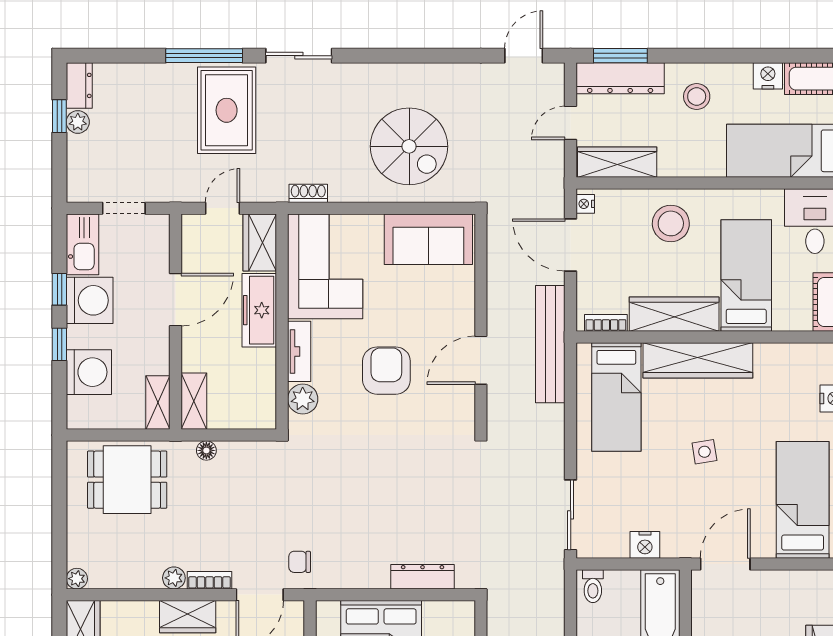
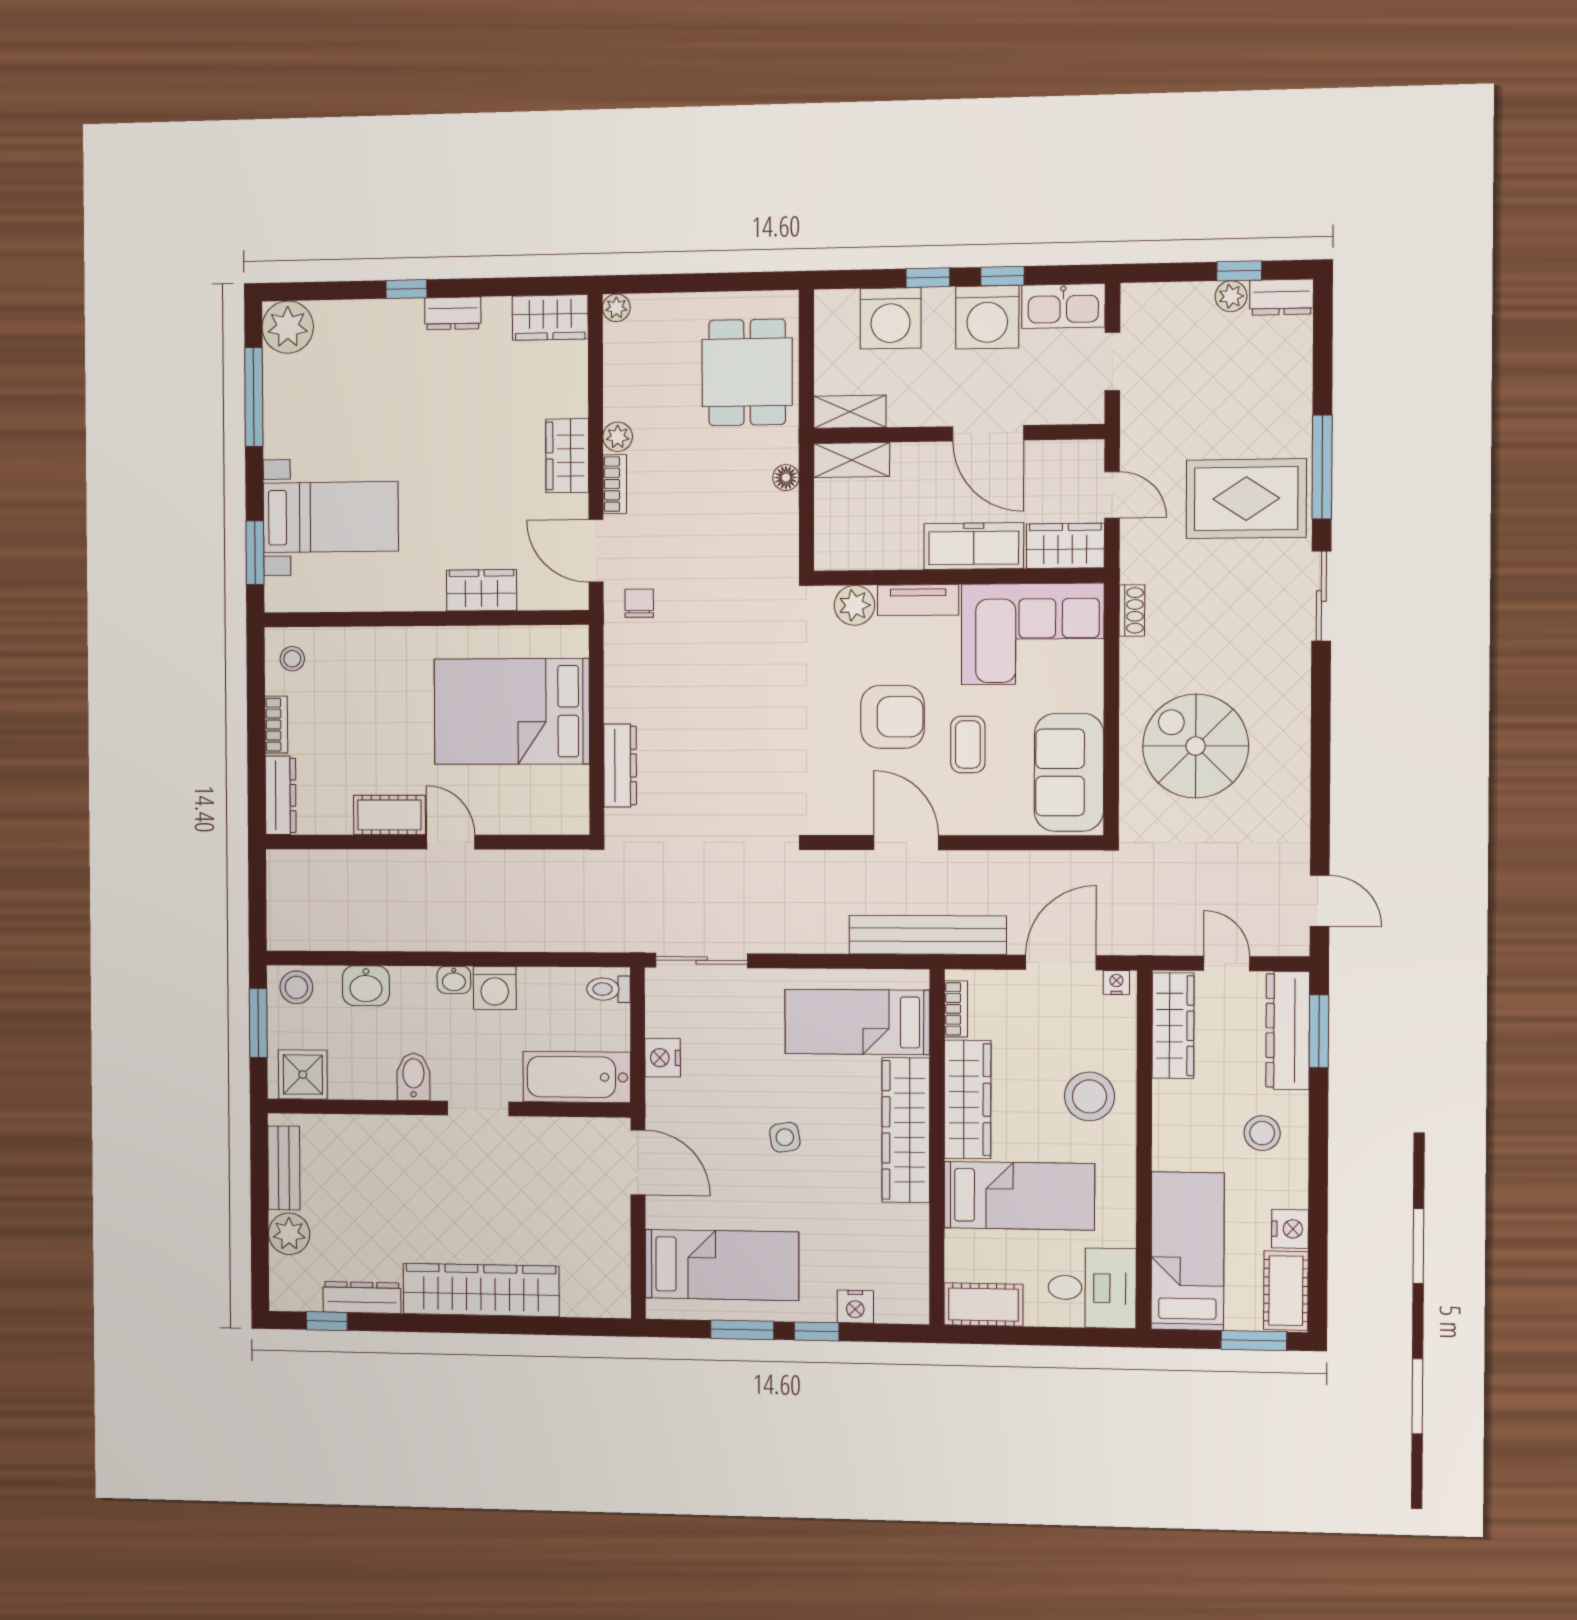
spiral stairs: (409, 146) -> (1196, 746), turned 90
coffee table: (407, 314) -> (968, 744), added

